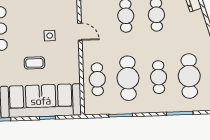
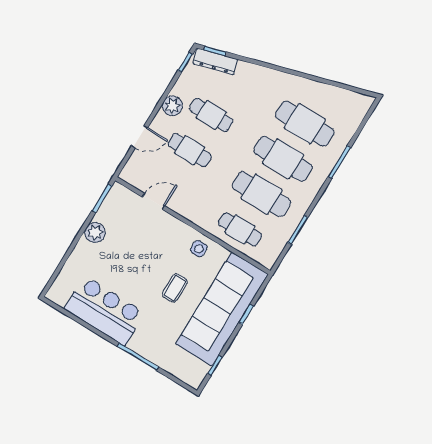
door: (80, 32) -> (154, 201), moved
side table: (50, 36) -> (199, 249), moved
cafe table: (159, 77) -> (283, 159), width x1.37, depth x1.35

